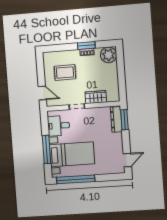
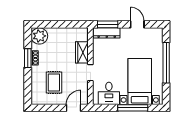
door: (127, 160) -> (137, 24), moved
window: (76, 179) -> (166, 63), moved

